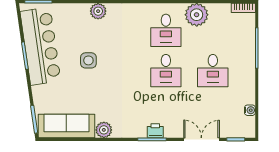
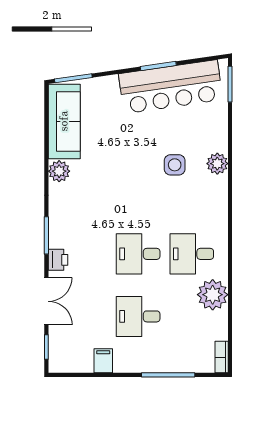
side table: (88, 60) -> (175, 165), moved
filing cabinet: (246, 97) -> (103, 361), added
water cooler: (250, 110) -> (85, 366), removed
printer: (155, 131) -> (58, 260), moved

